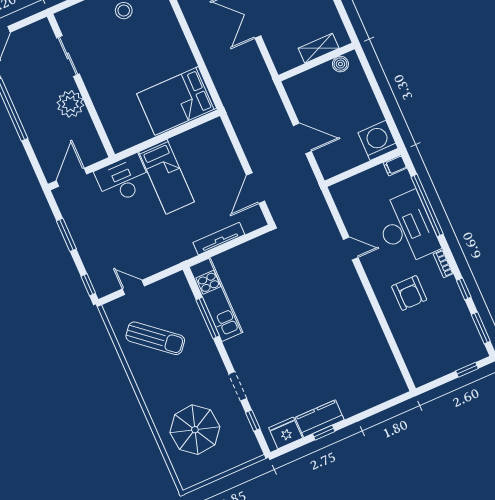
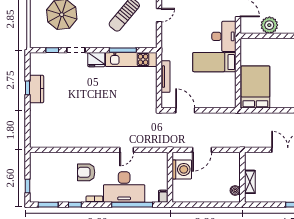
plant: (70, 104) -> (269, 25), moved
washing machine: (378, 140) -> (182, 169), moved
fridge: (286, 433) -> (96, 60), moved, turned 90

